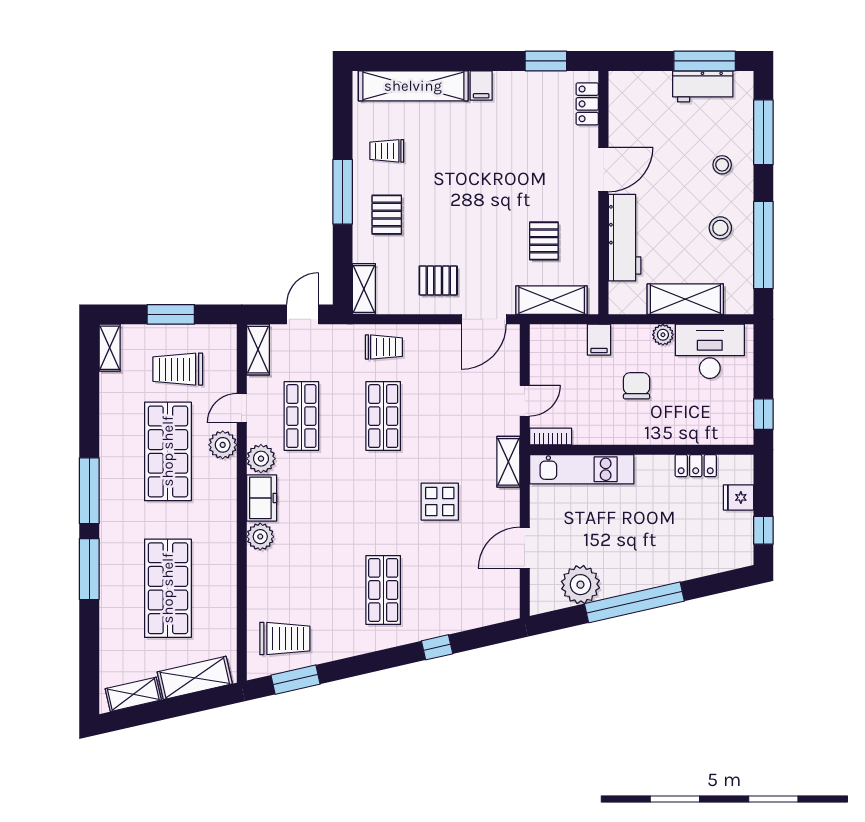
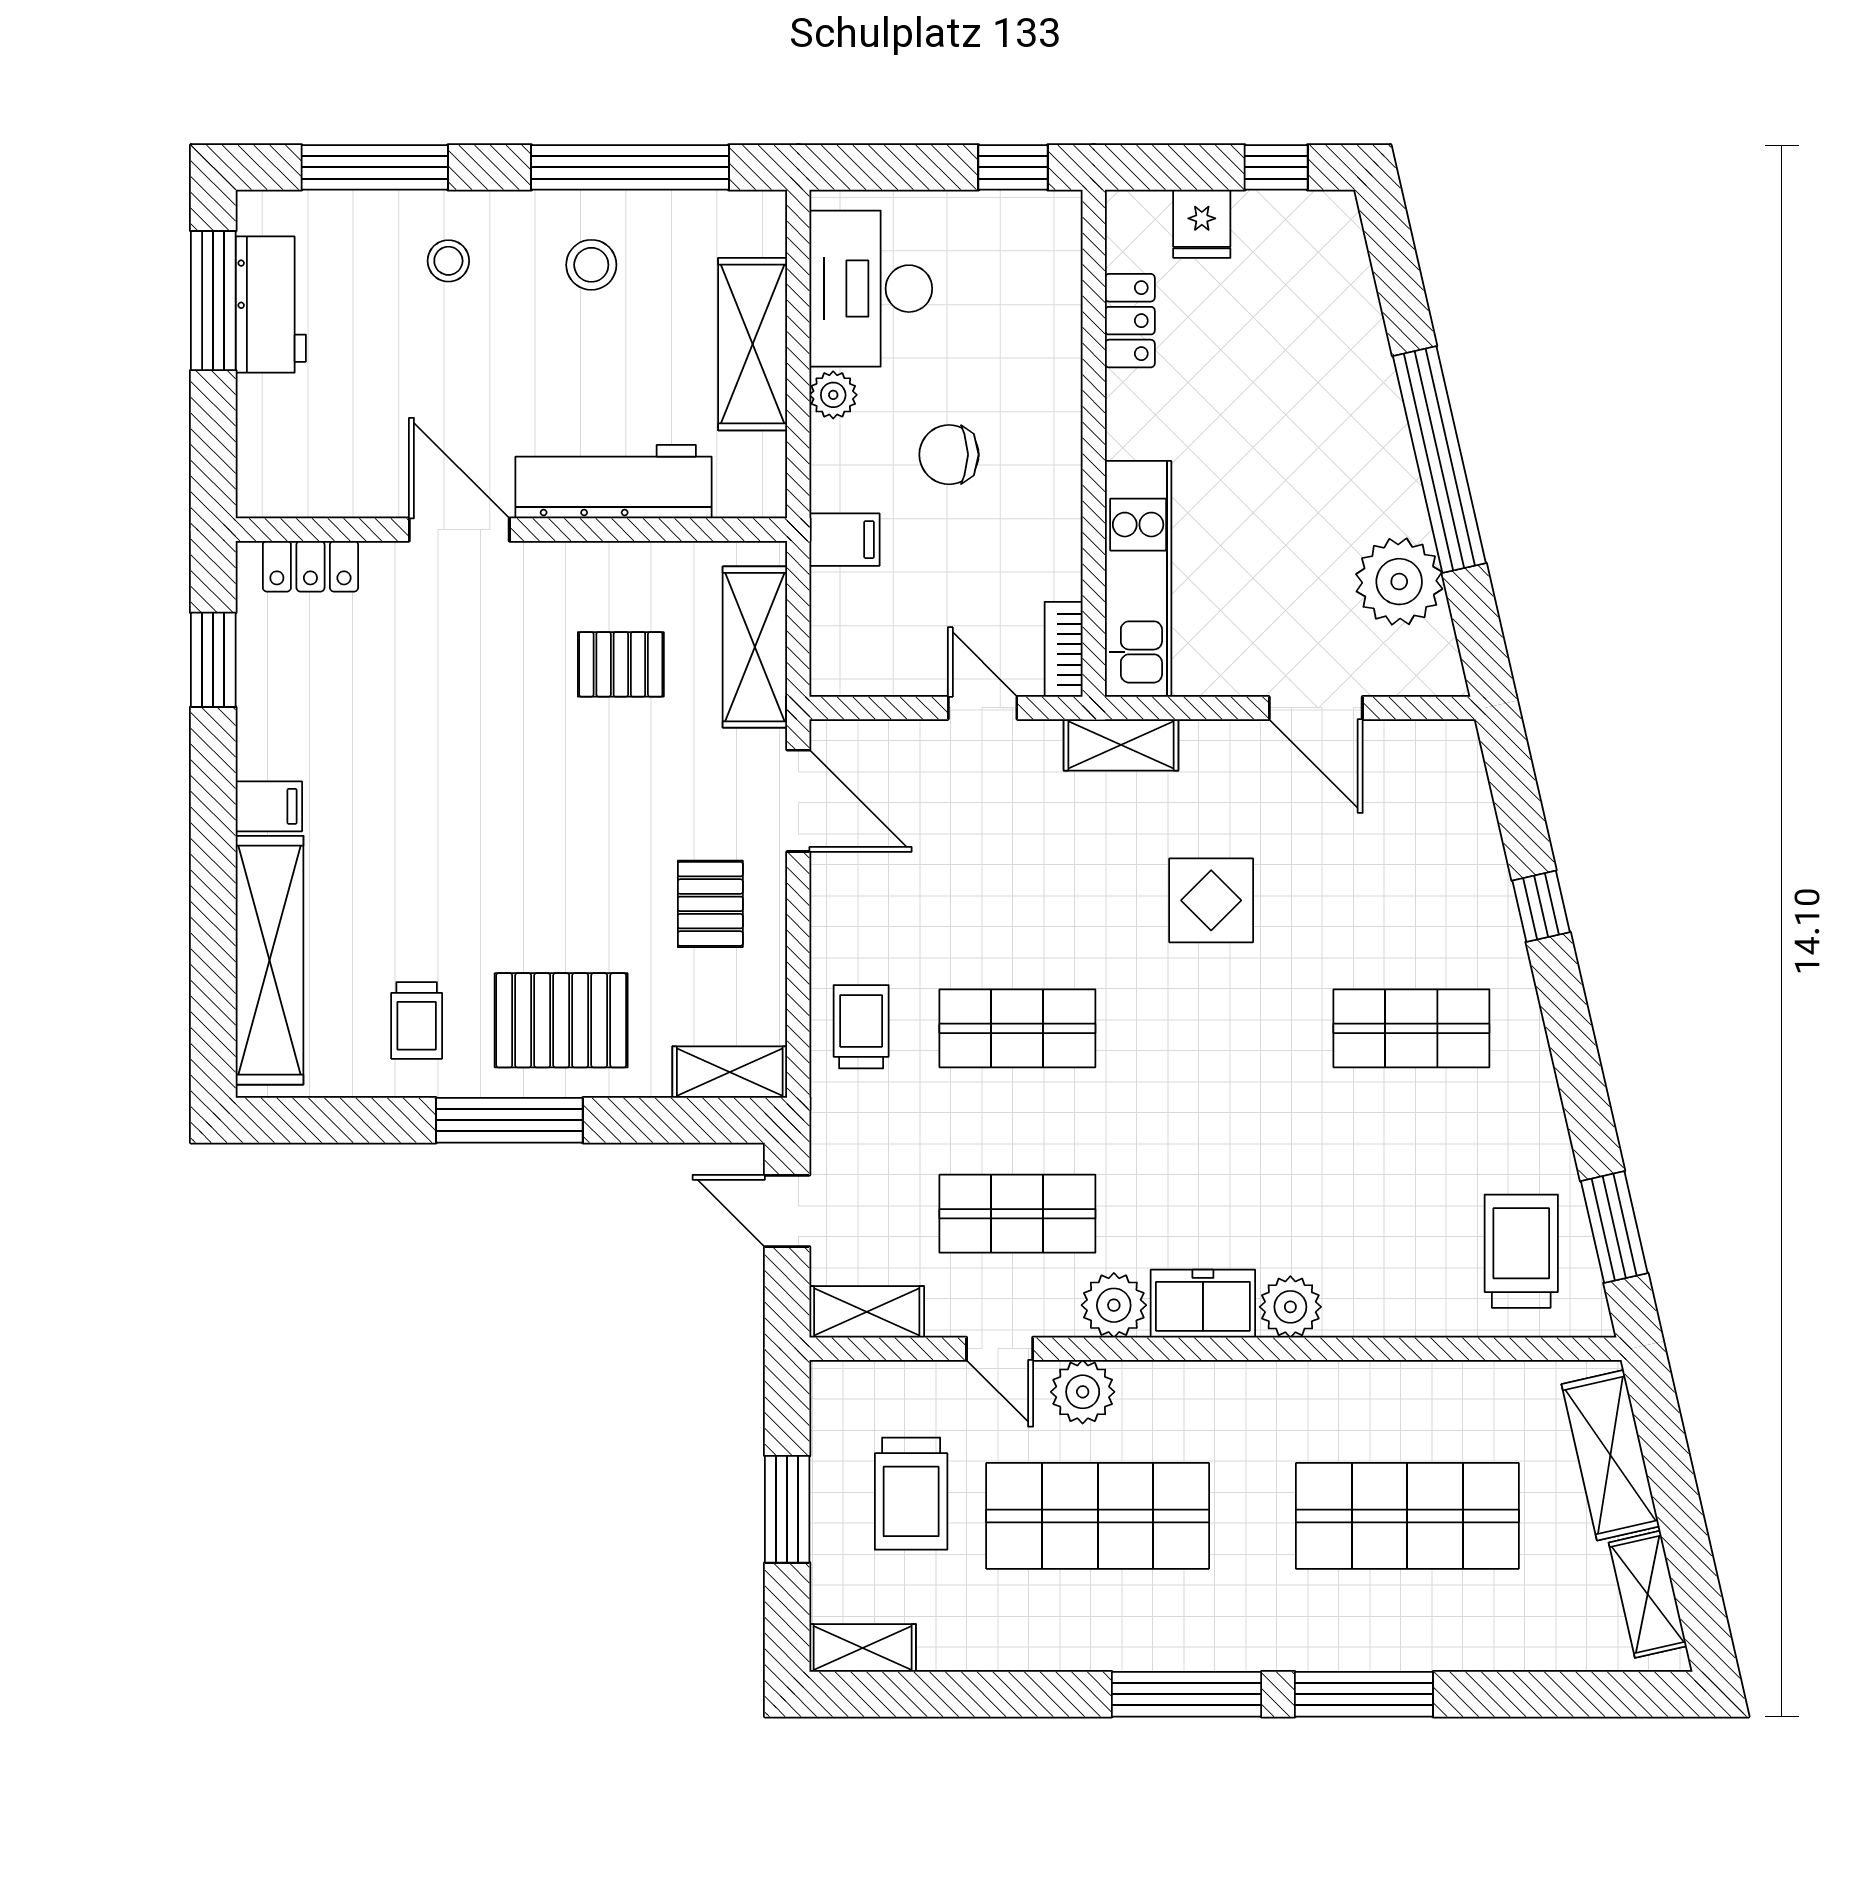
pallet: (387, 215) -> (561, 1020), width x1.50, depth x1.42

